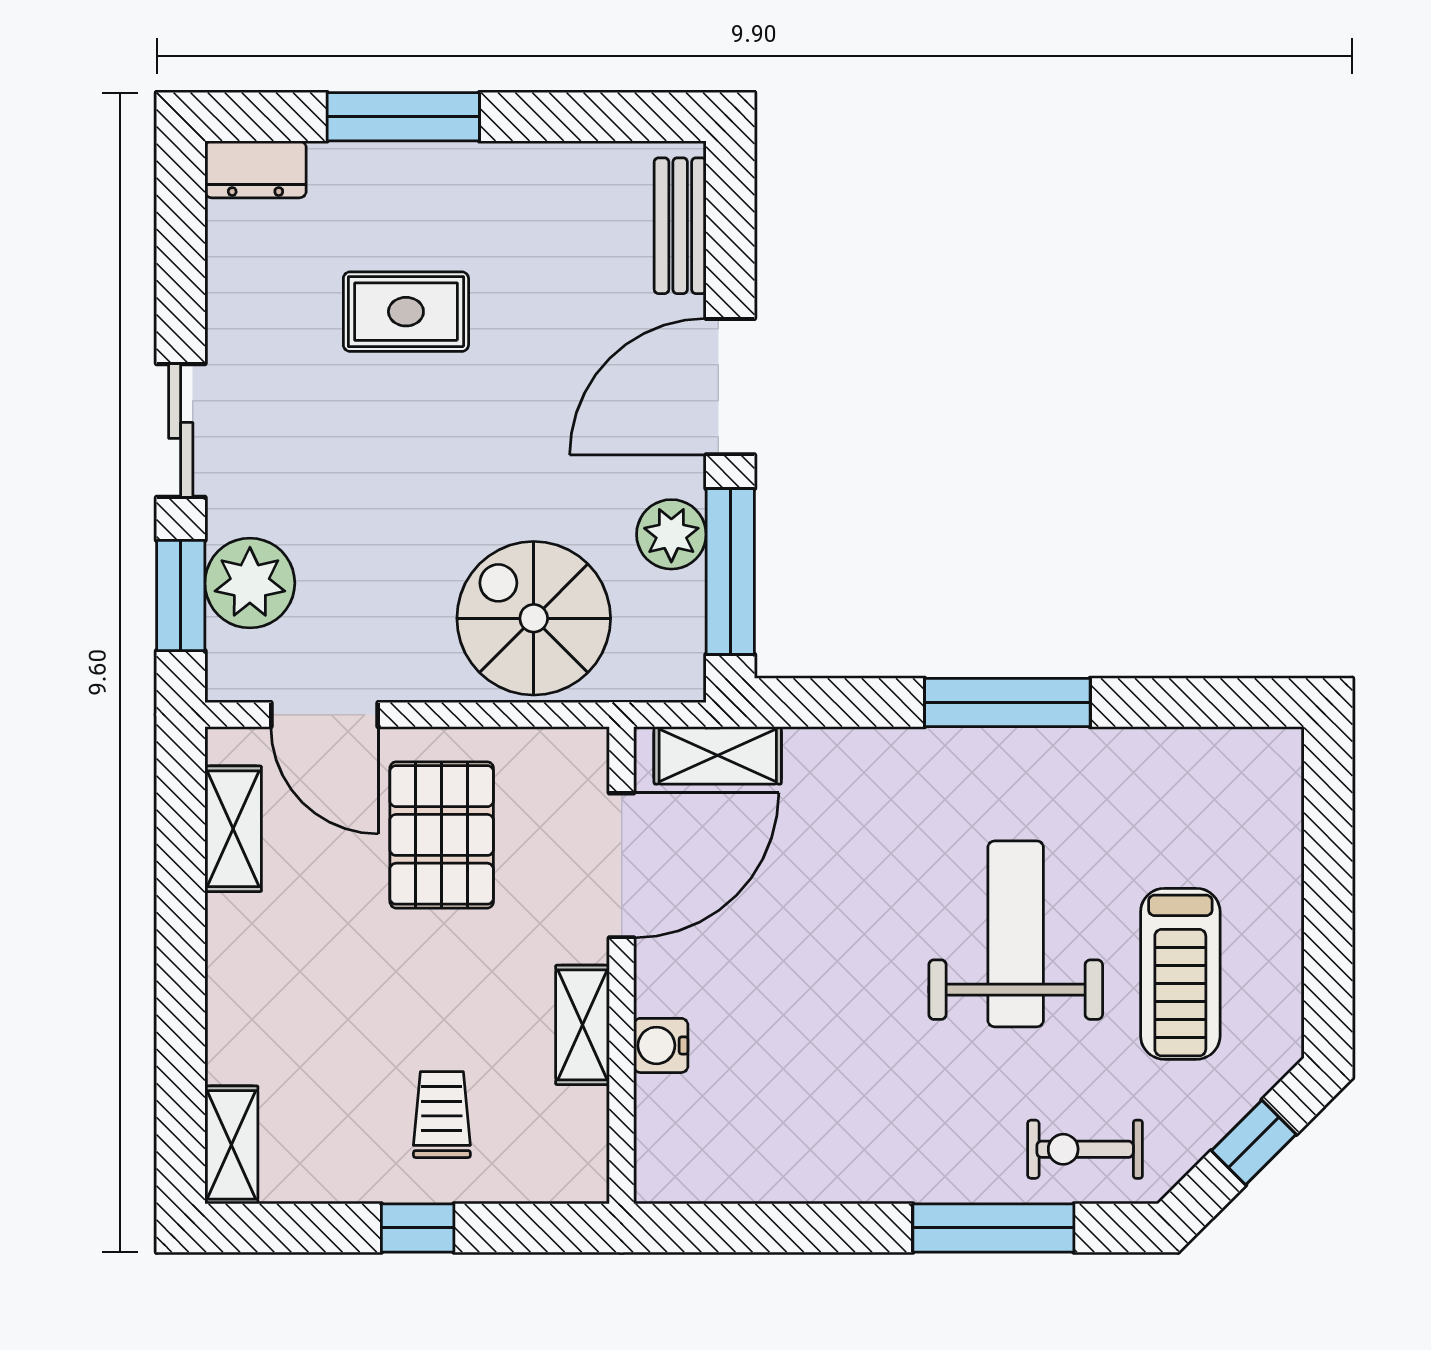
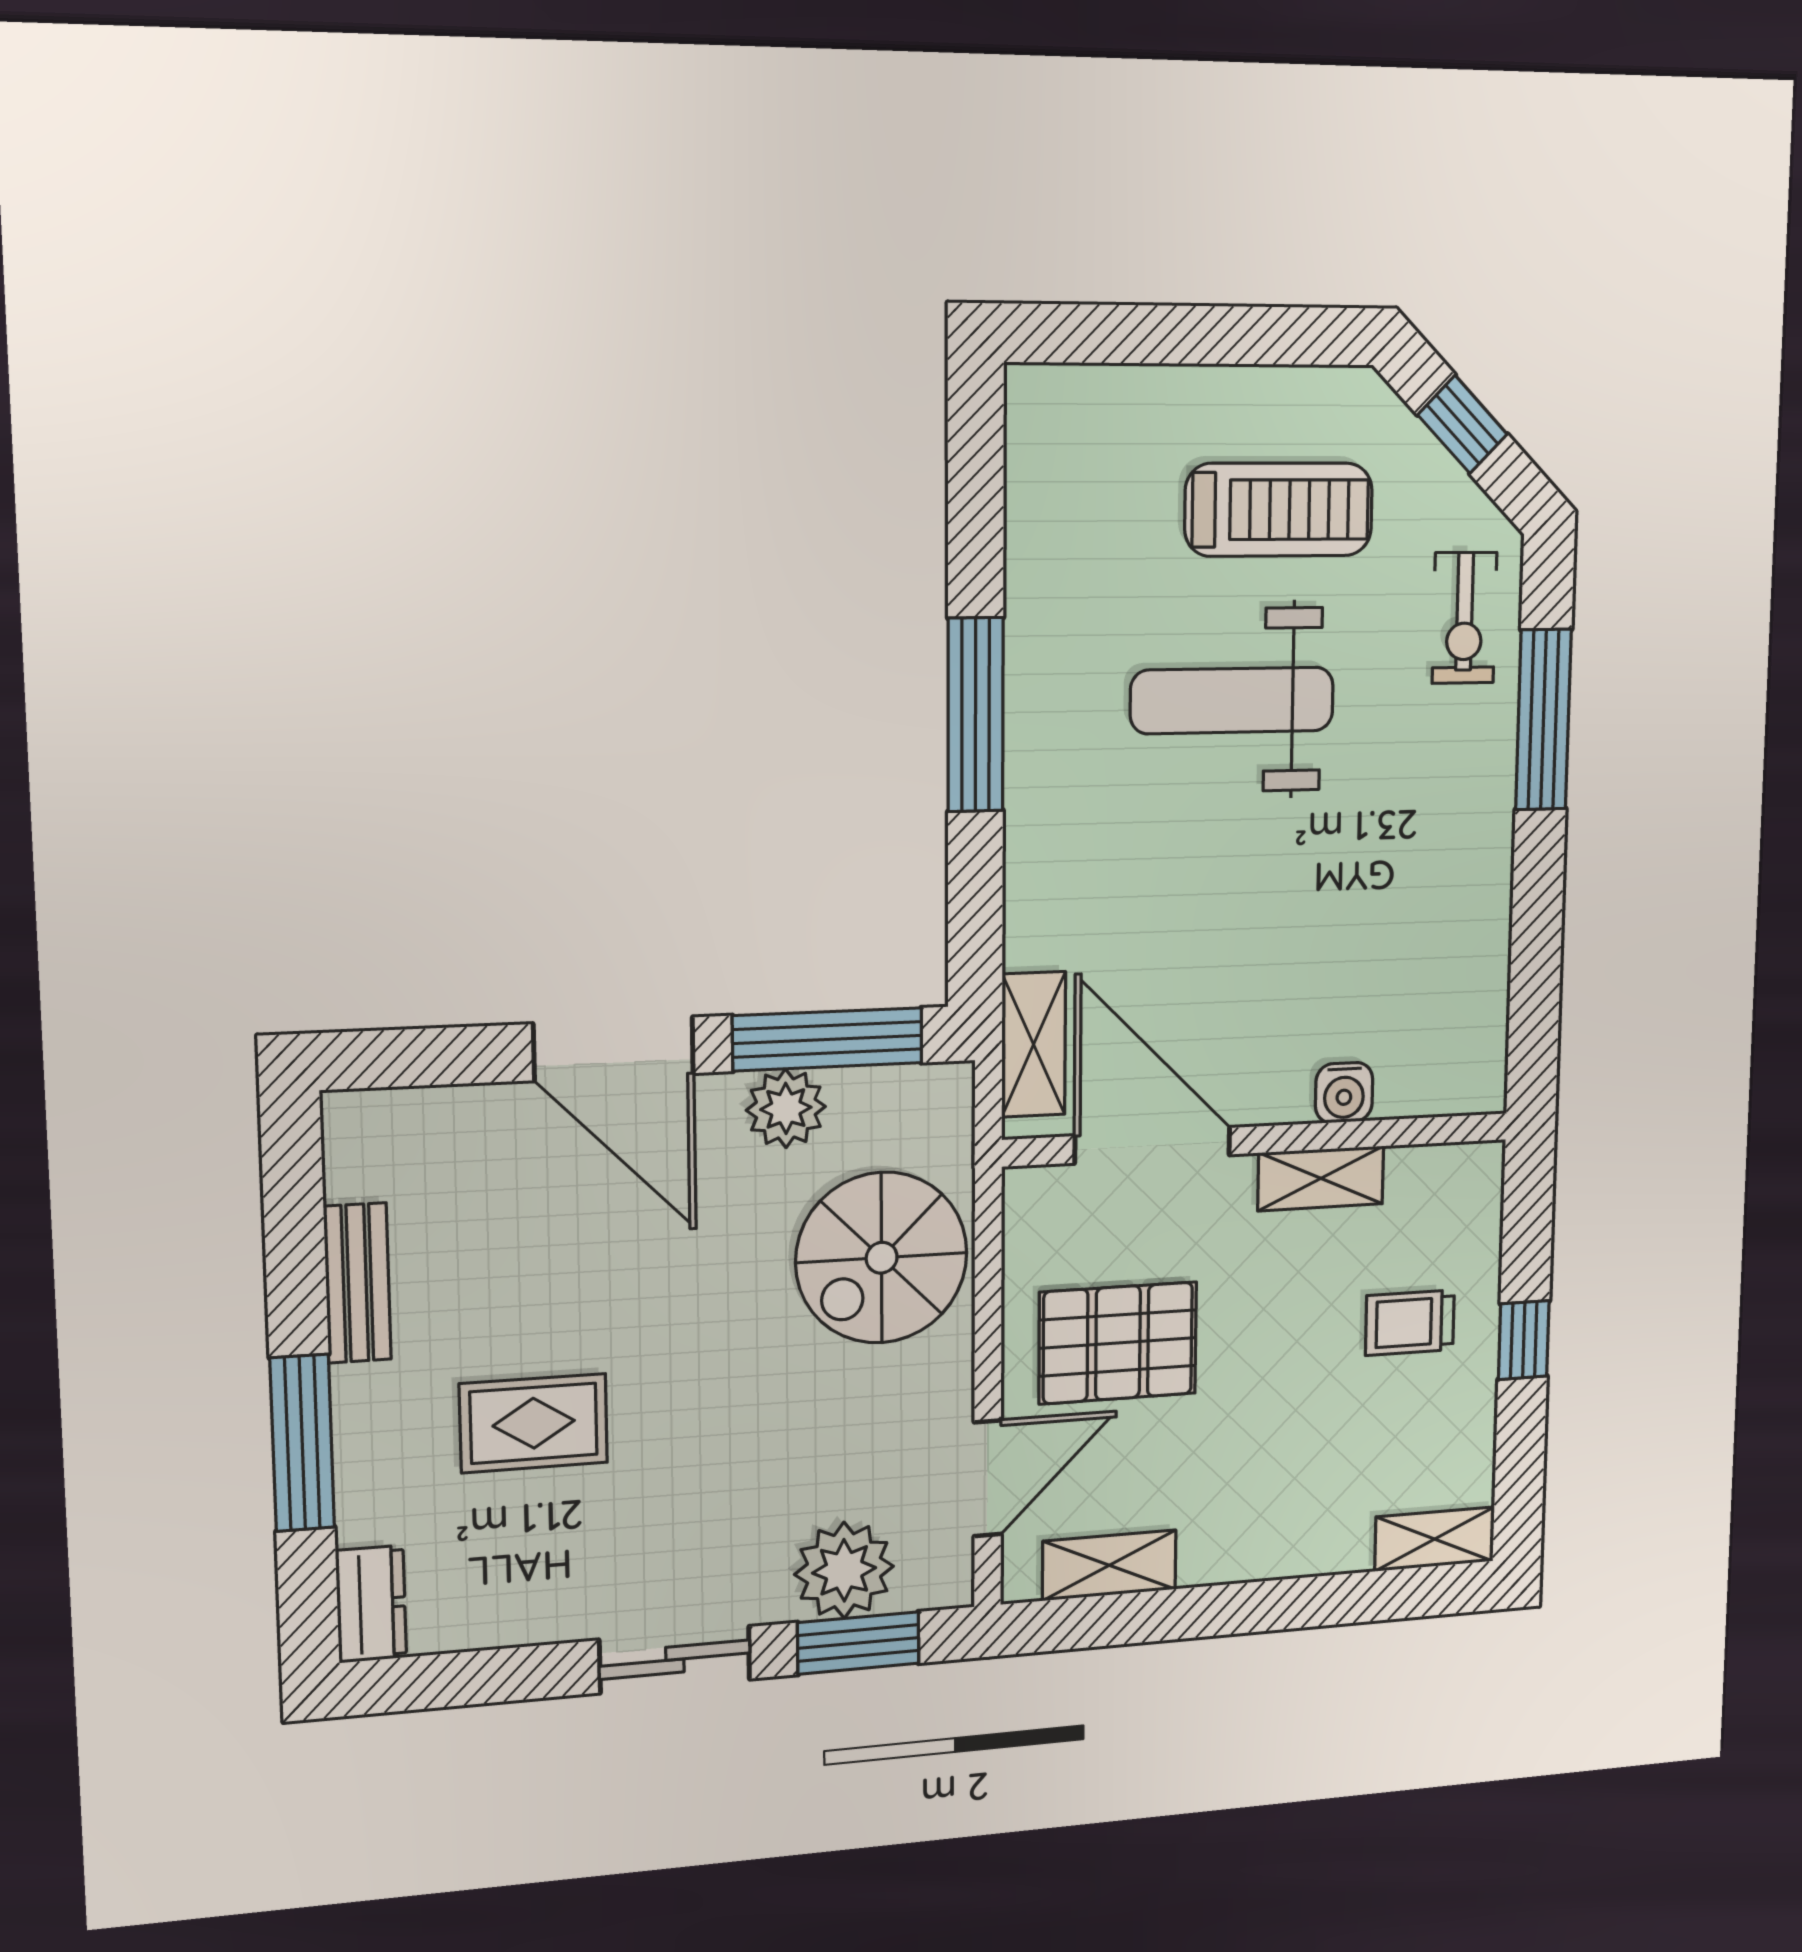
bench: (680, 226) -> (357, 1283), moved, turned 90
rug: (406, 312) -> (534, 1423), turned 90

